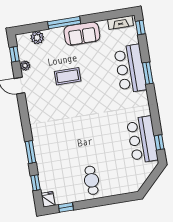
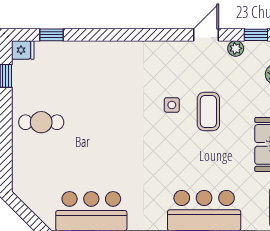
side table: (67, 100) -> (172, 105), added
window: (30, 152) -> (100, 35), removed

